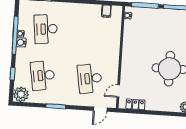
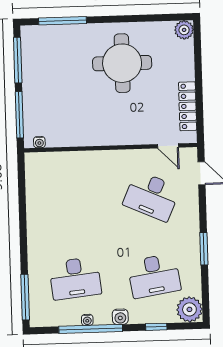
filing cabinet: (106, 11) -> (35, 179), removed
water cooler: (21, 42) -> (120, 317), moved
desk: (90, 78) -> (152, 196), turned 33
locker: (135, 104) -> (188, 106), width x1.53

